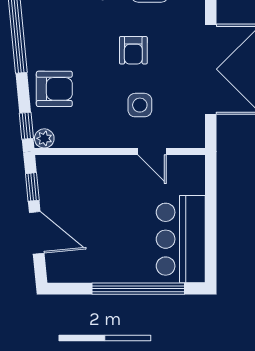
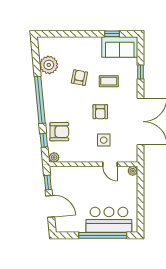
window: (26, 126) -> (44, 140), moved
plant: (196, 164) -> (133, 171), added
bar counter: (181, 239) -> (109, 220), moved, turned 90

